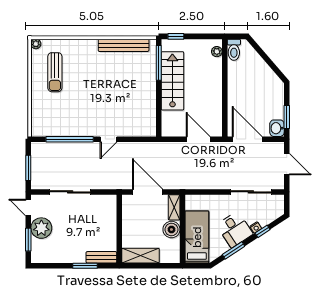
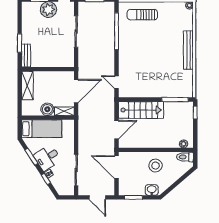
bench: (124, 45) -> (188, 50), moved
sun lounger: (55, 72) -> (142, 15), moved
stairs: (172, 81) -> (141, 110), moved
stool: (245, 88) -> (156, 166), added
washbasin: (277, 128) -> (152, 190), moved
door: (109, 139) -> (117, 82), moved
door: (247, 139) -> (117, 167), swing flipped
door: (287, 164) -> (97, 197), hinge flipped

